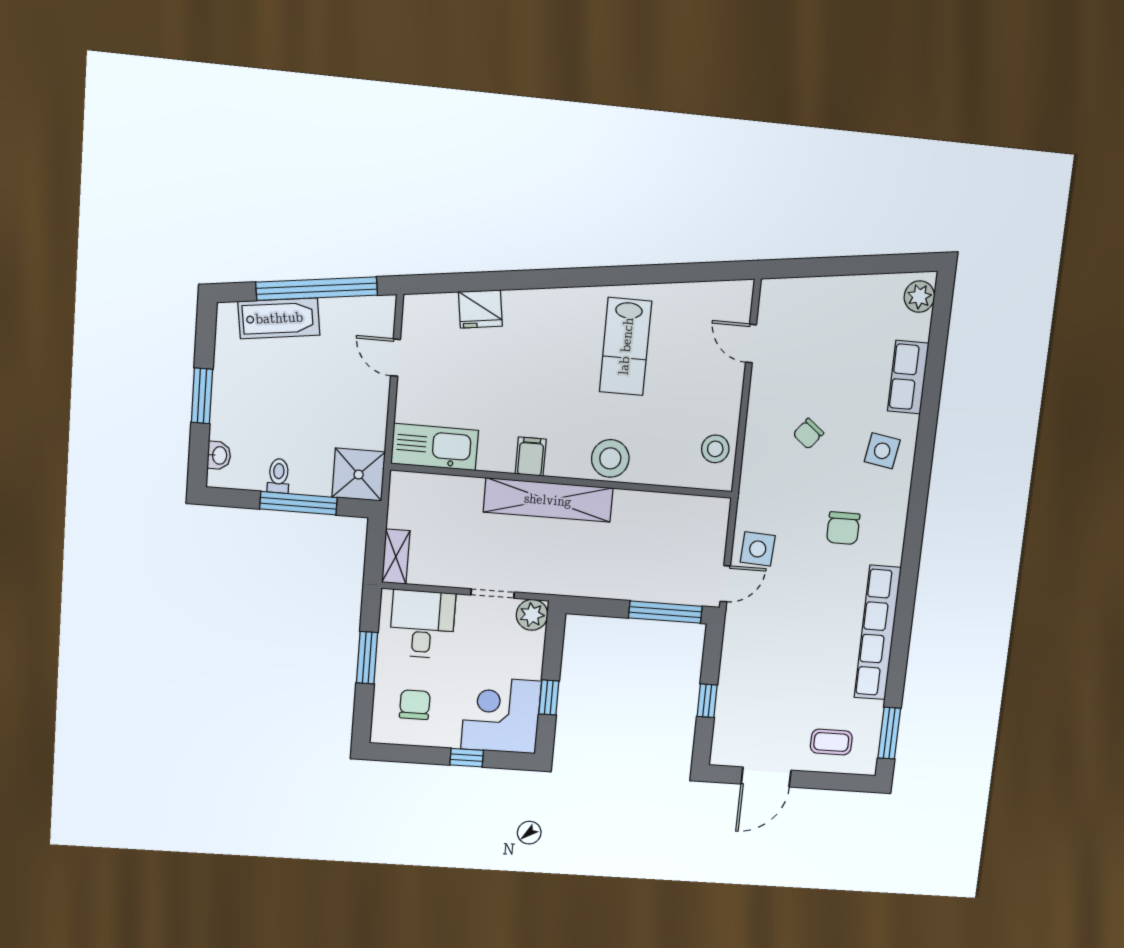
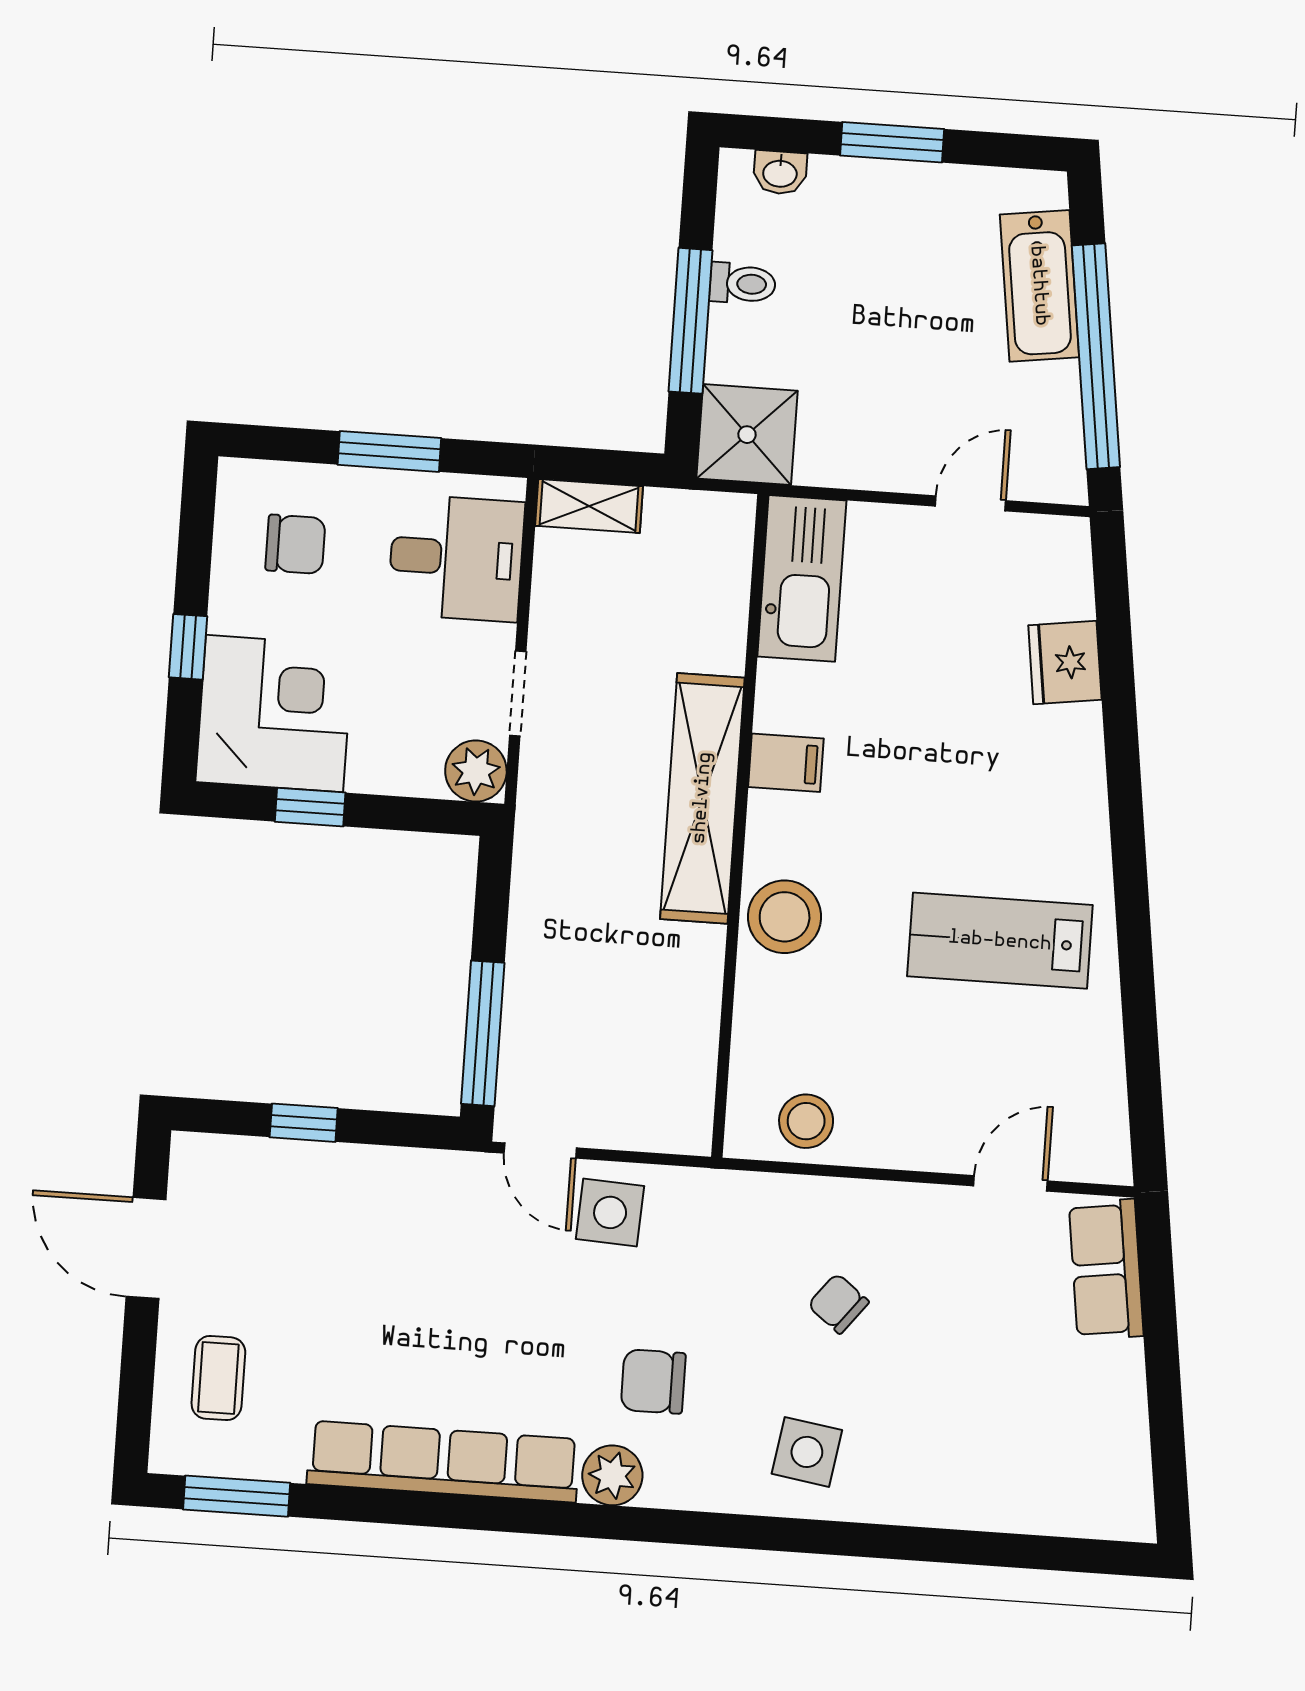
plant: (919, 297) -> (612, 1475), moved
row of seats: (908, 377) -> (1106, 1269), moved, turned -98

